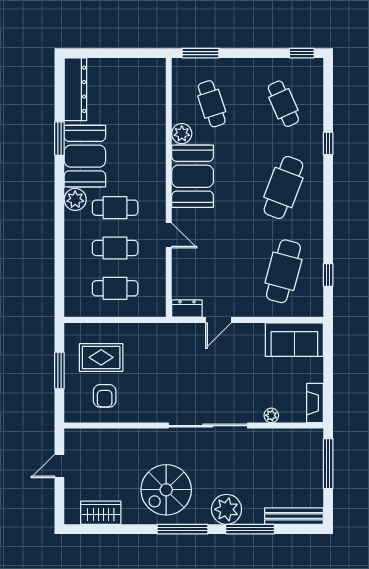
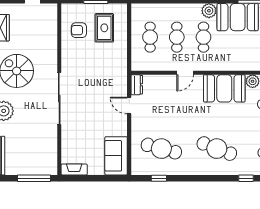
plant: (271, 415) -> (66, 141), removed

